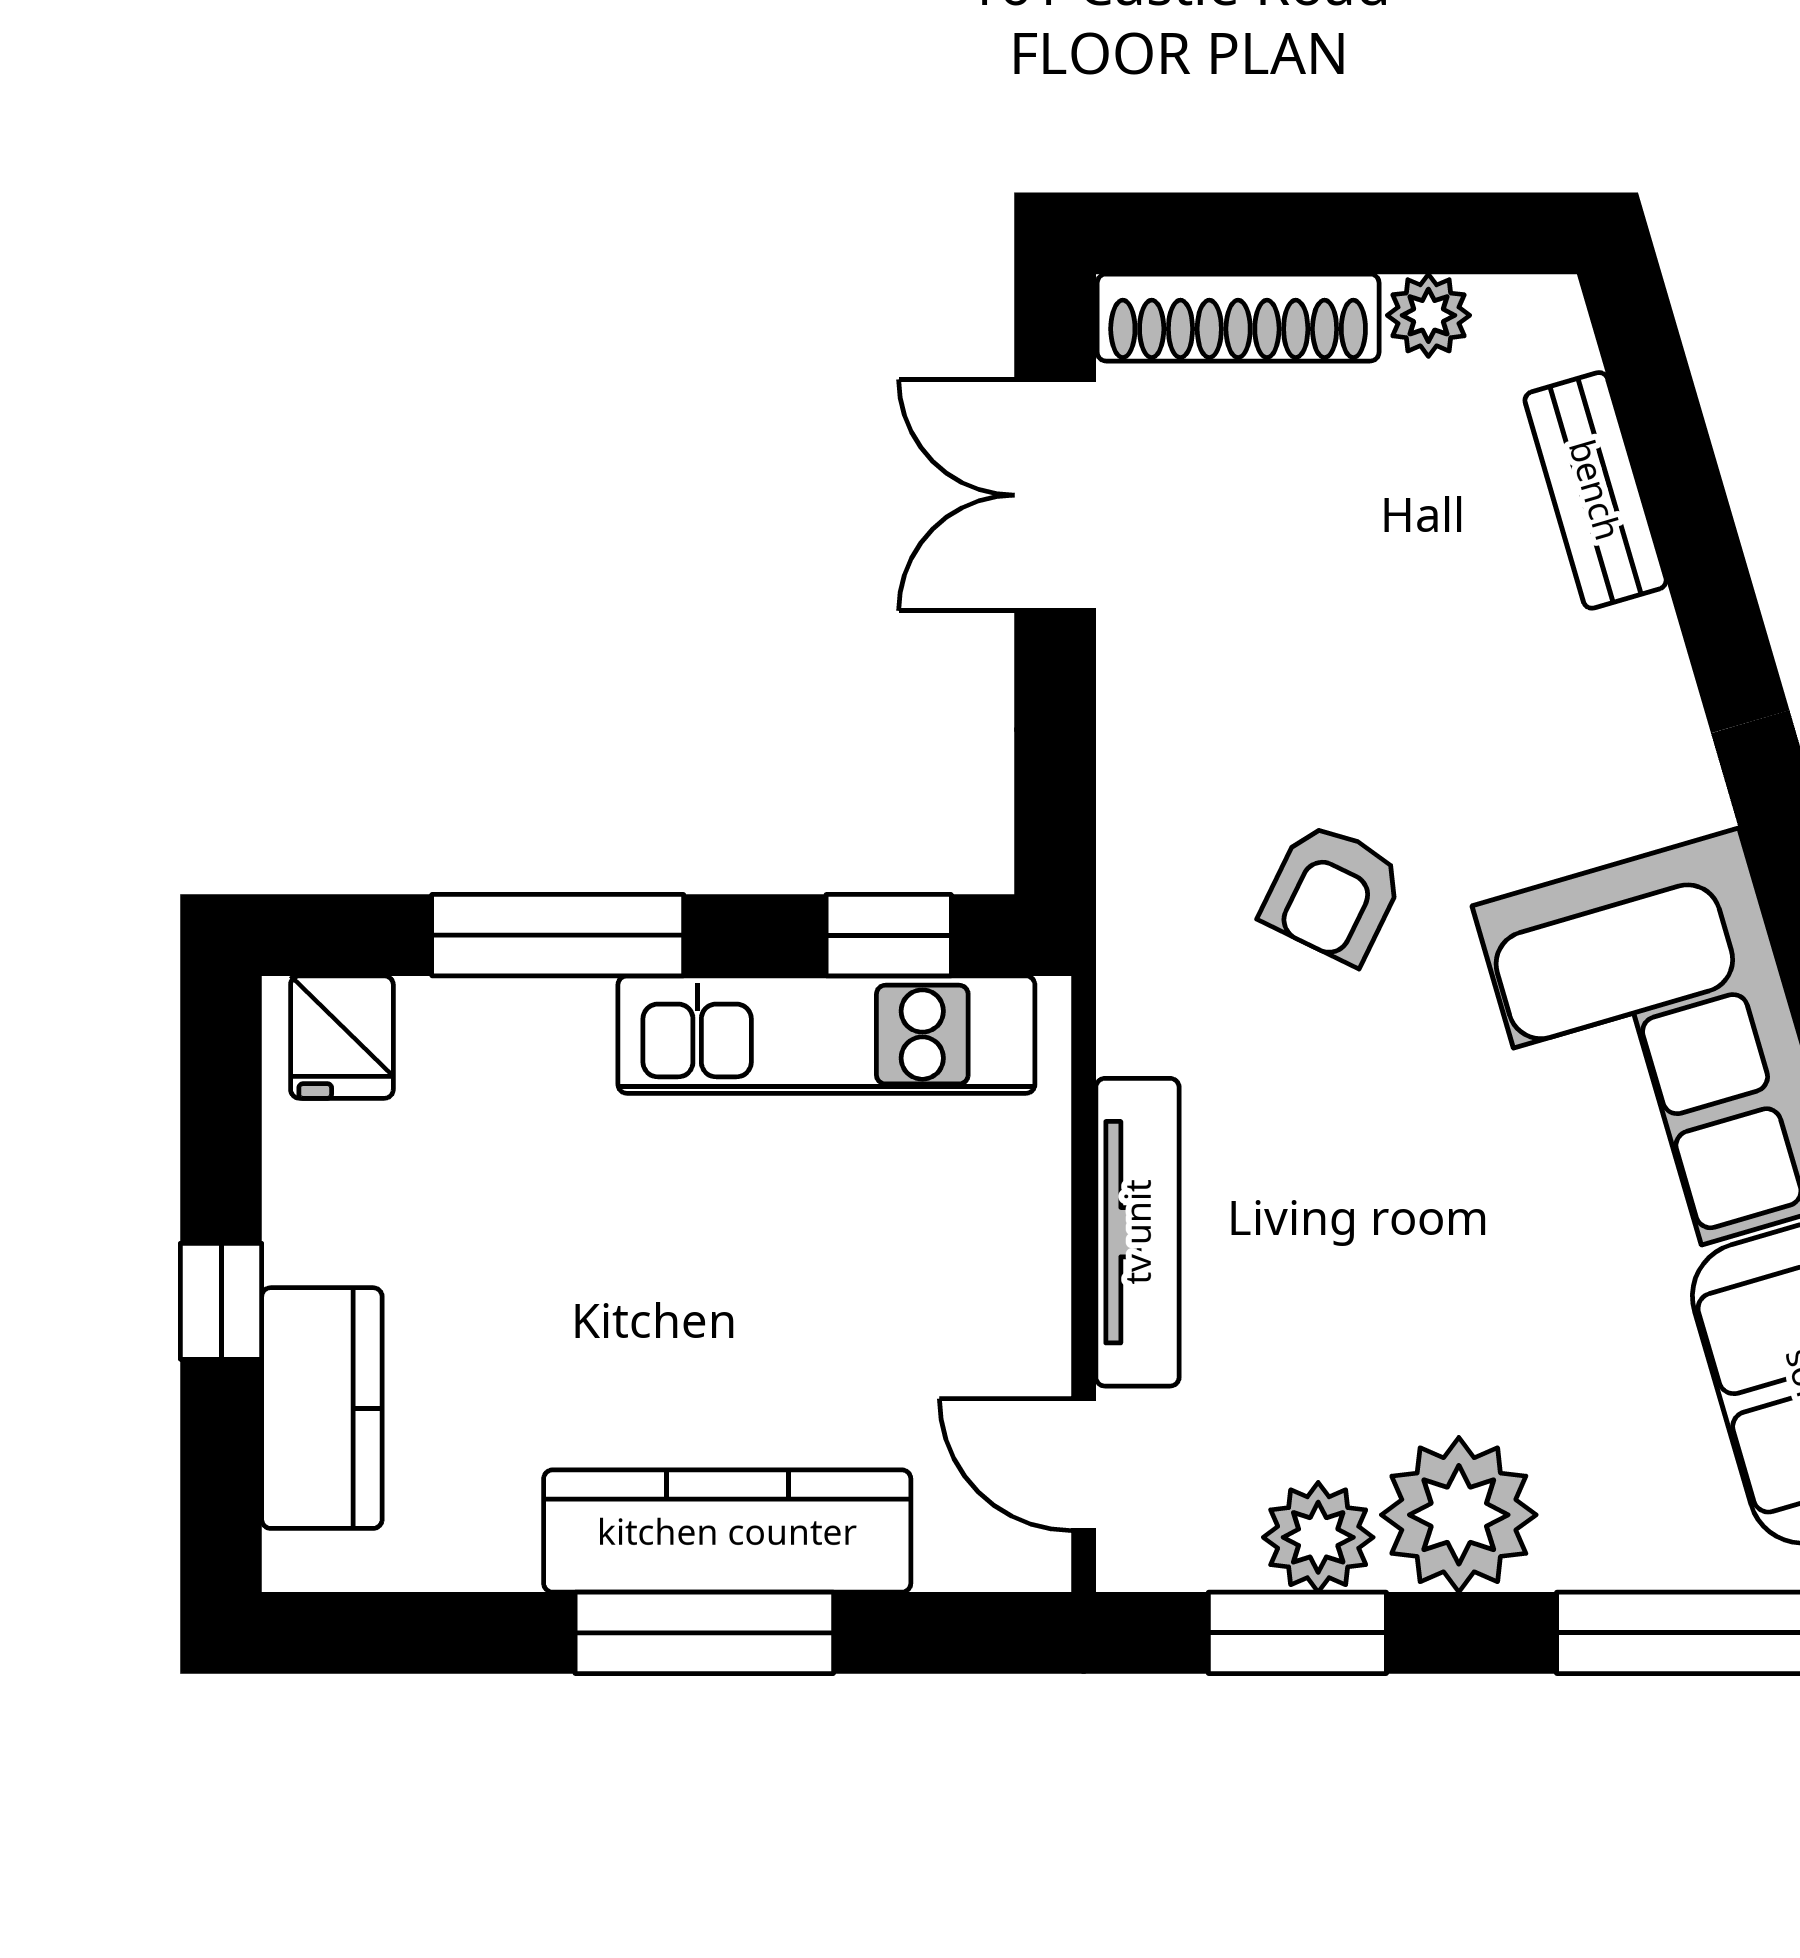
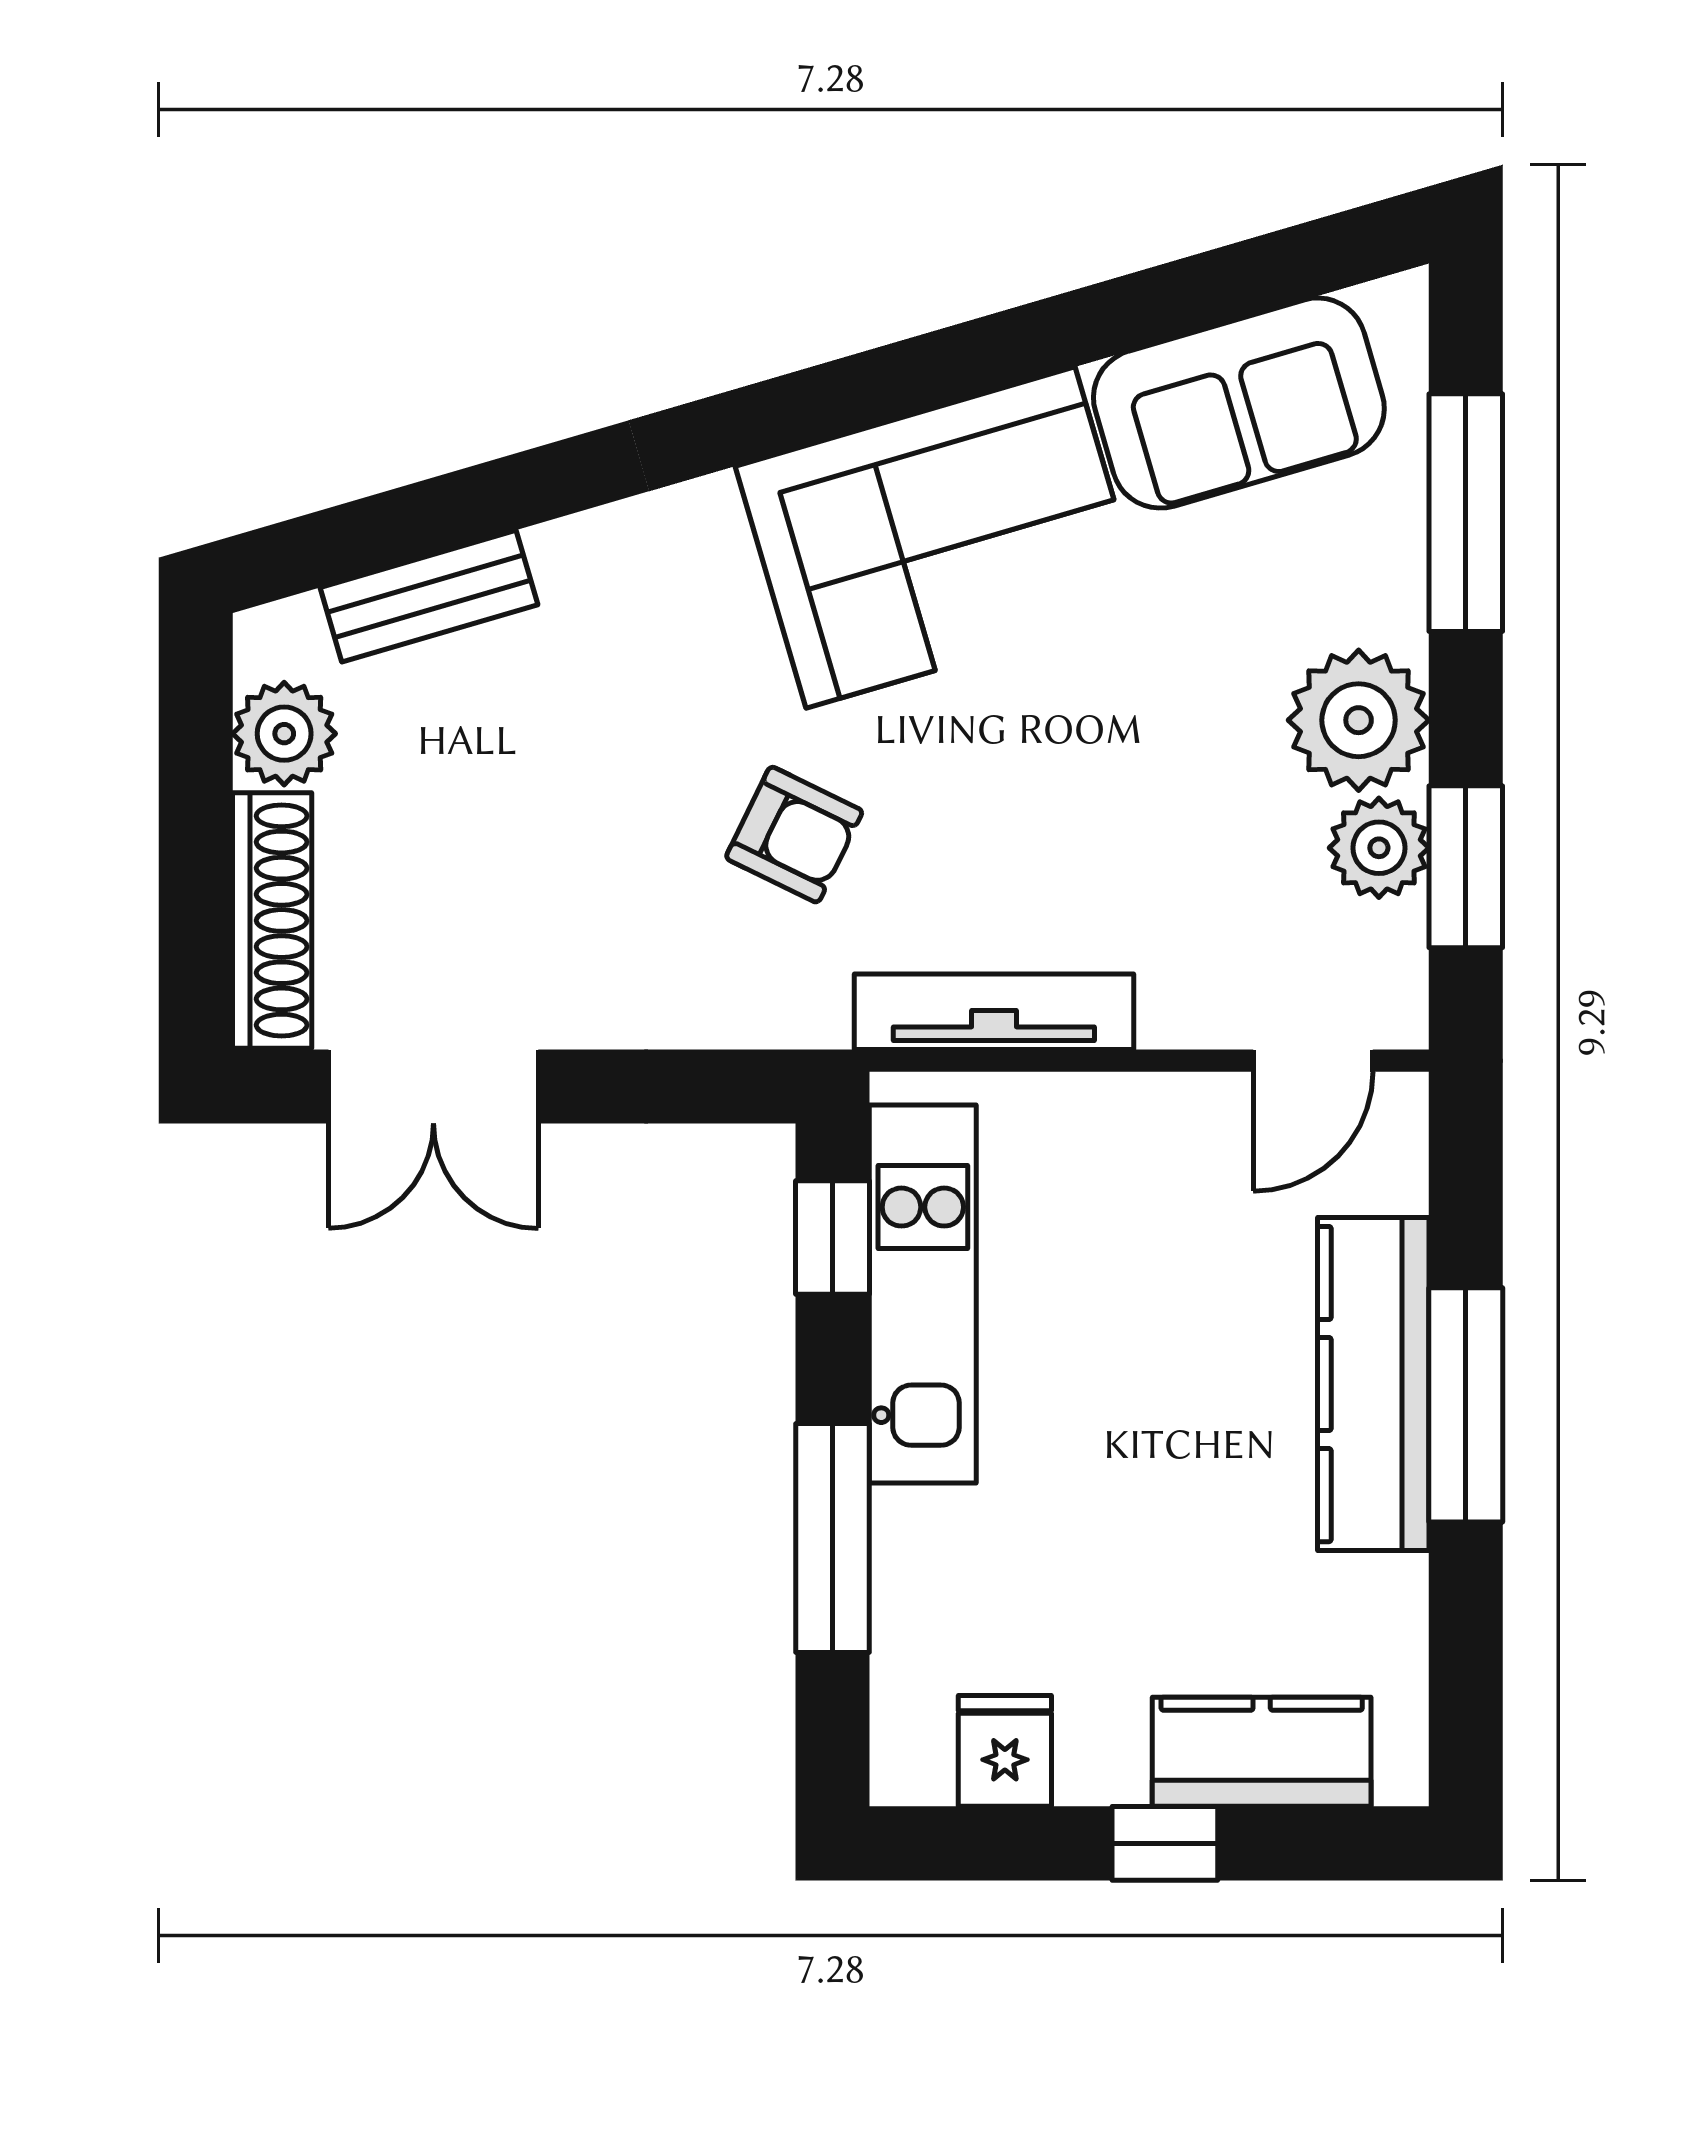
plant: (1428, 315) -> (284, 734), width x1.38, depth x1.38
fridge: (342, 1037) -> (1005, 1751), moved, turned -90
tv unit: (1137, 1232) -> (994, 1012), moved

